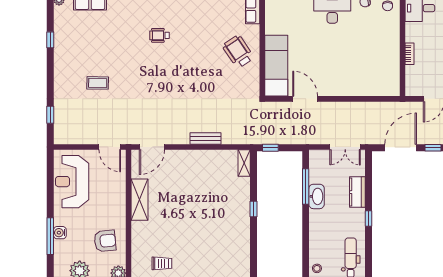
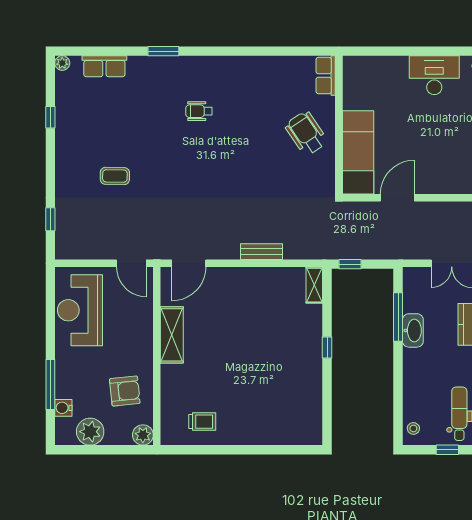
door: (305, 99) -> (397, 198), hinge flipped
water cooler: (60, 233) -> (63, 408), moved

